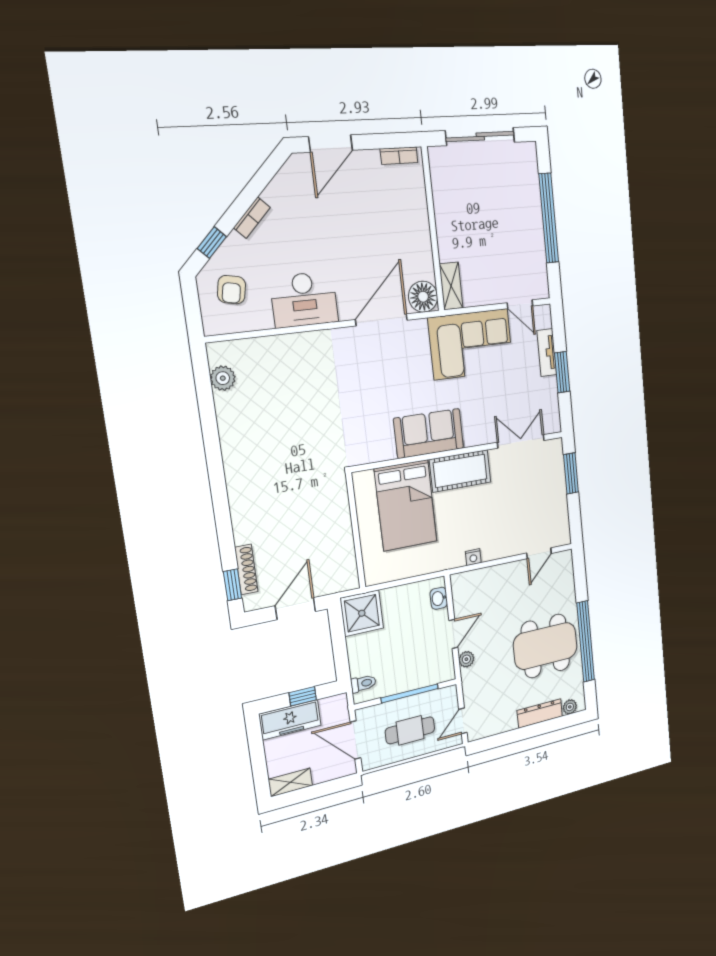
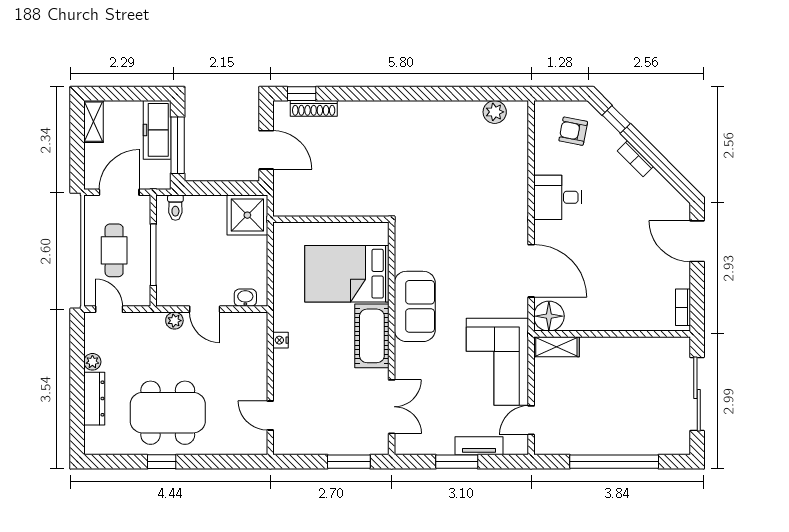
desk: (304, 300) -> (558, 197), width x0.73
window: (586, 641) -> (162, 462), width x0.32
dining table: (545, 646) -> (168, 413), turned 90
window: (303, 696) -> (178, 145), width x2.17
plant: (570, 707) -> (92, 362), moved

